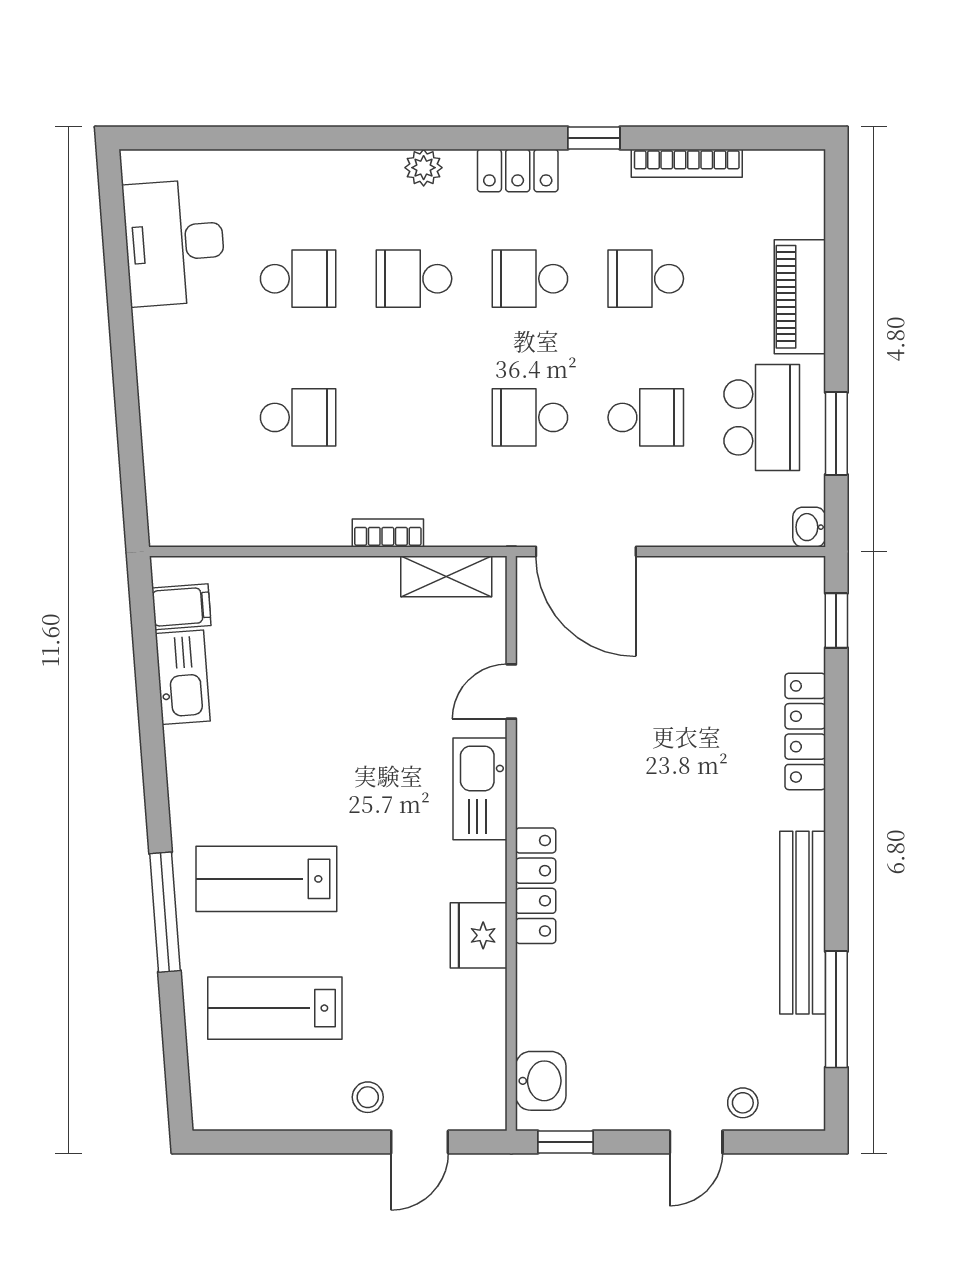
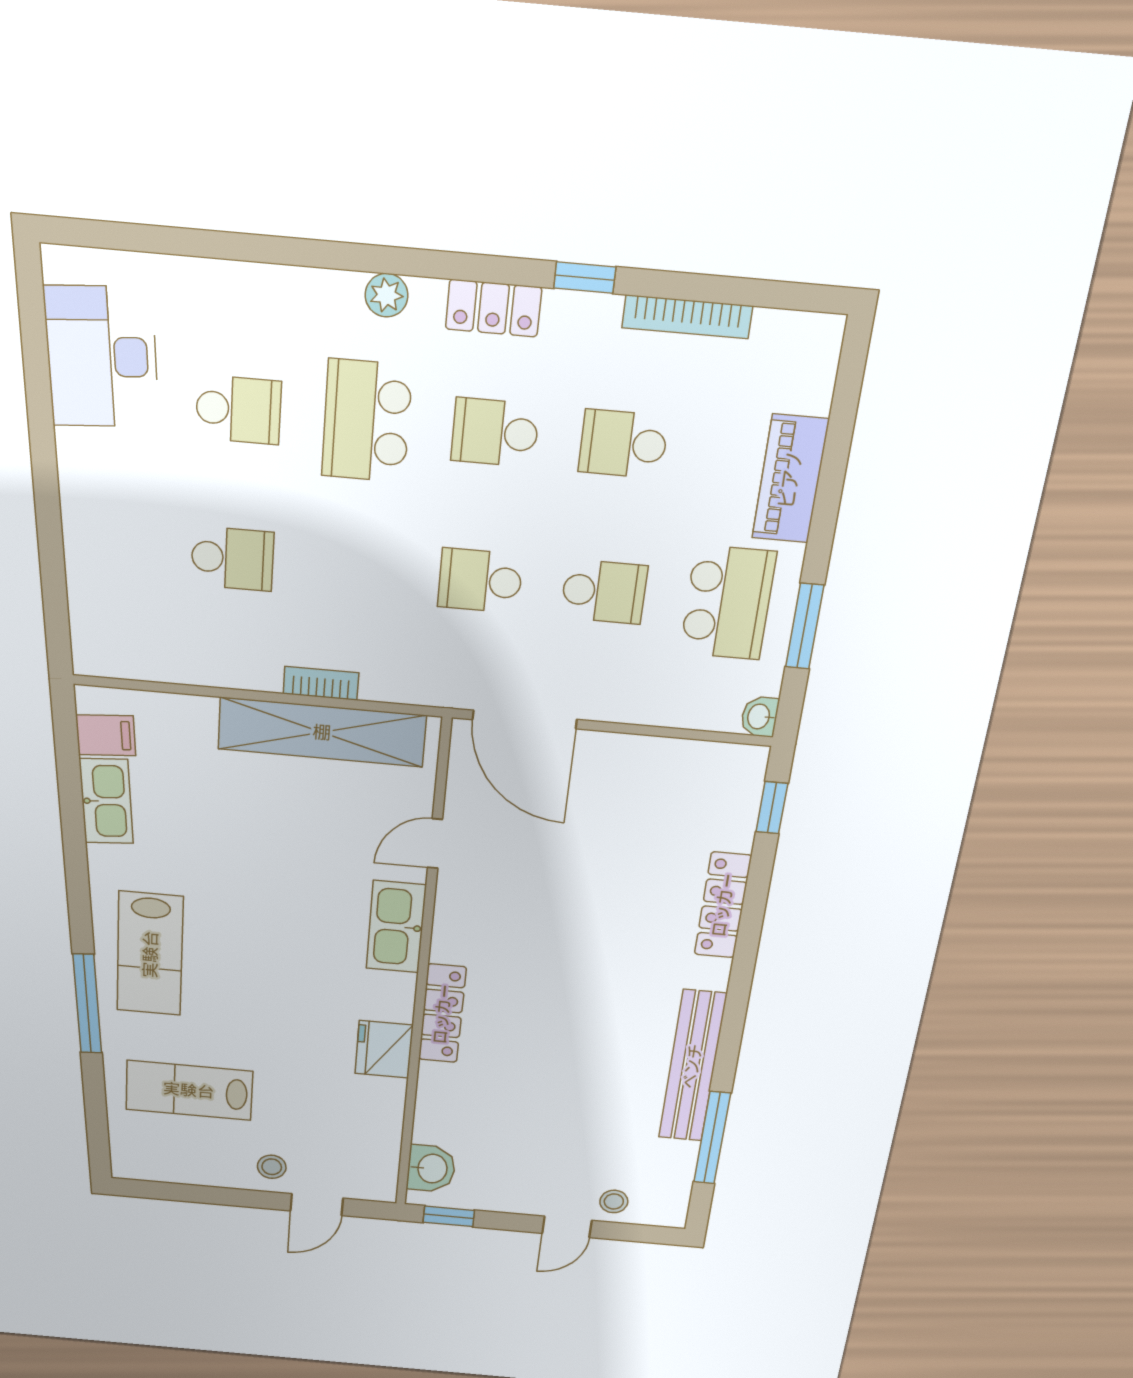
school desk: (414, 279) -> (367, 421), width x1.85
shelving: (446, 576) -> (322, 732), width x2.20, depth x1.33
lab bench: (266, 879) -> (150, 954), moved, turned -90

